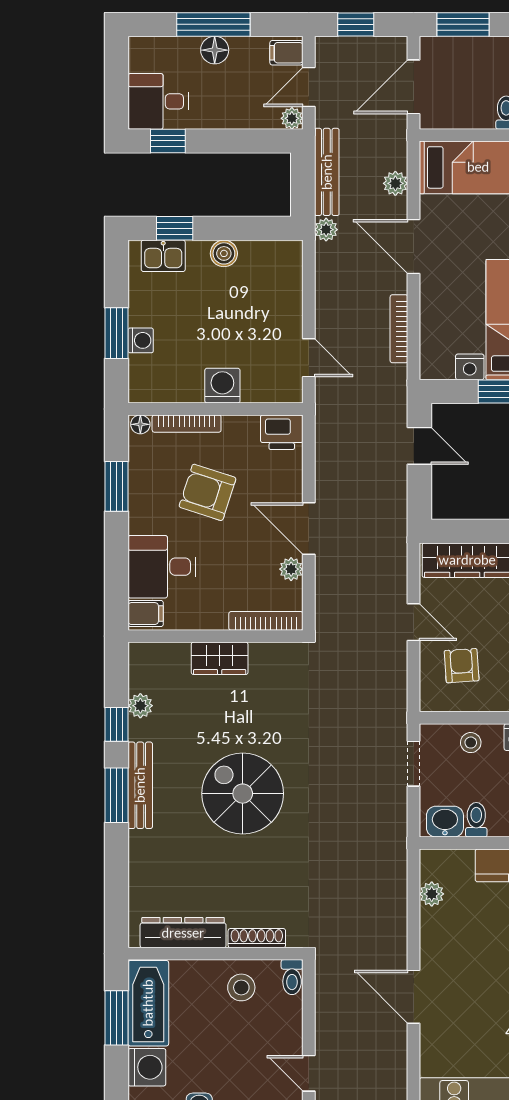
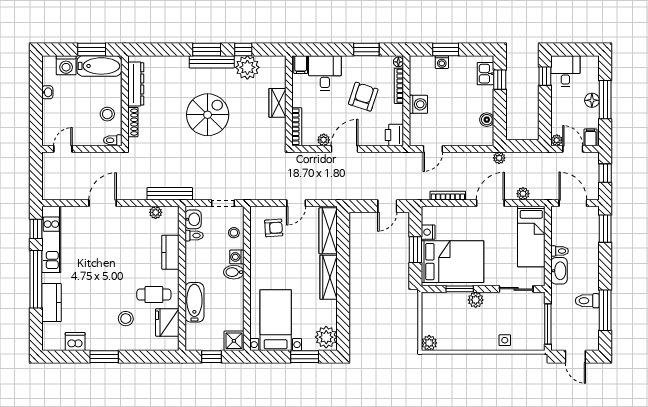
bench: (327, 172) -> (170, 194), moved
boiler: (224, 253) -> (487, 120), moved
plant: (140, 706) -> (247, 67), width x1.88, depth x1.88

